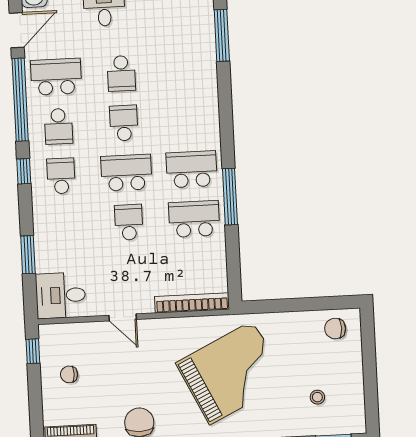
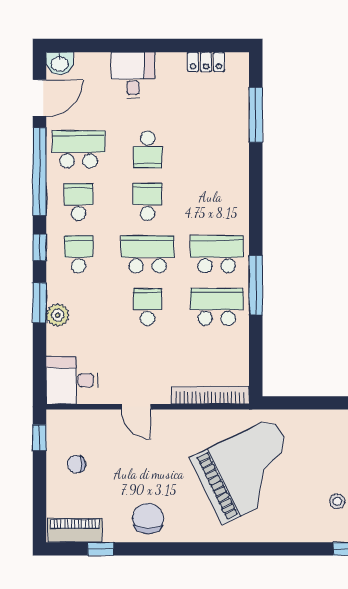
school desk: (59, 126) -> (79, 202), turned 180
plant: (44, 234) -> (58, 315), added
window: (28, 255) -> (40, 303), moved

